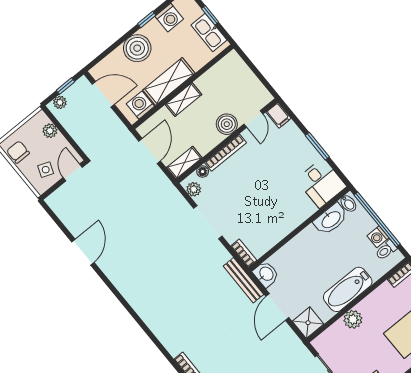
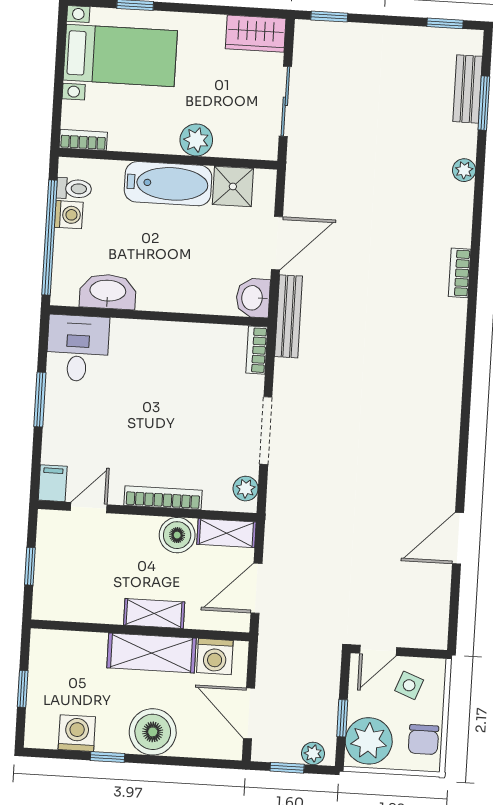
kitchen sink: (209, 32) -> (44, 668), removed
window: (255, 71) -> (30, 566), added
boiler: (227, 124) -> (177, 535), moved
window: (61, 129) -> (342, 718), added
plant: (50, 131) -> (369, 741), width x1.88, depth x1.88
floor lamp: (203, 172) -> (214, 501), removed
bidet: (348, 203) -> (67, 291), removed
shower: (308, 323) -> (233, 186), moved

